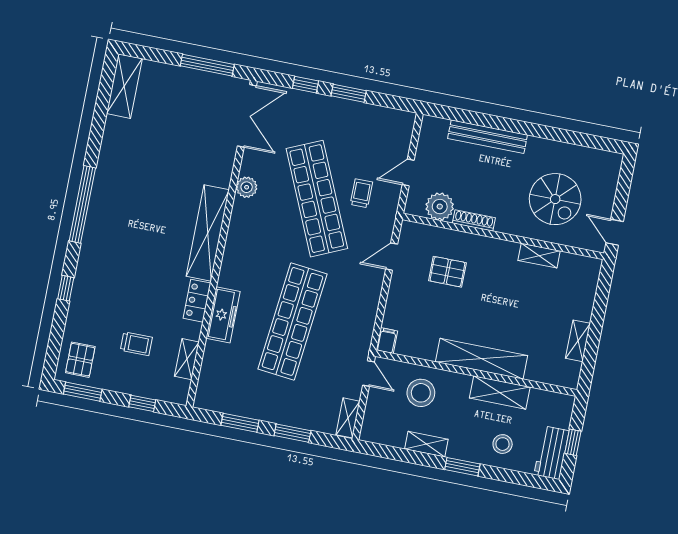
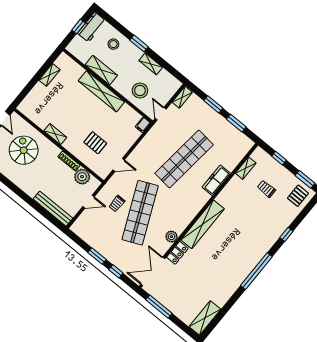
bench: (488, 137) -> (53, 209), moved
shelving: (539, 256) -> (55, 134), moved
locker: (197, 301) -> (177, 253), moved

